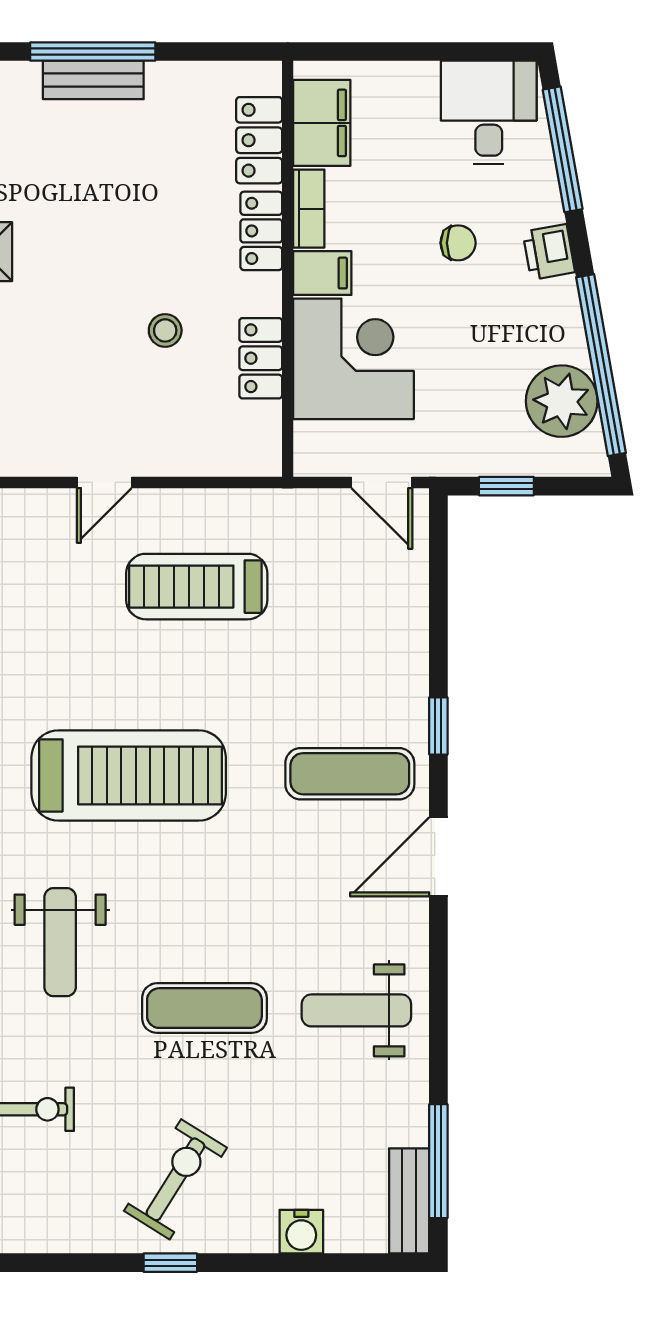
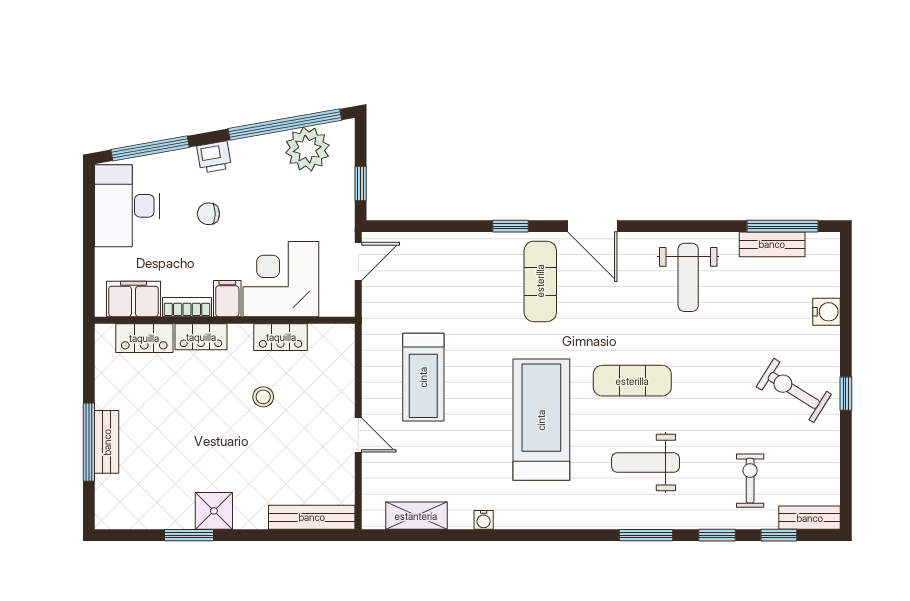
desk: (489, 112) -> (127, 206), width x1.37
chair: (458, 243) -> (208, 214), turned -90
weight bench: (60, 942) -> (646, 463), turned 180
exercise mat: (204, 1008) -> (632, 381), moved, turned 90
bench: (409, 1201) -> (772, 244), moved

